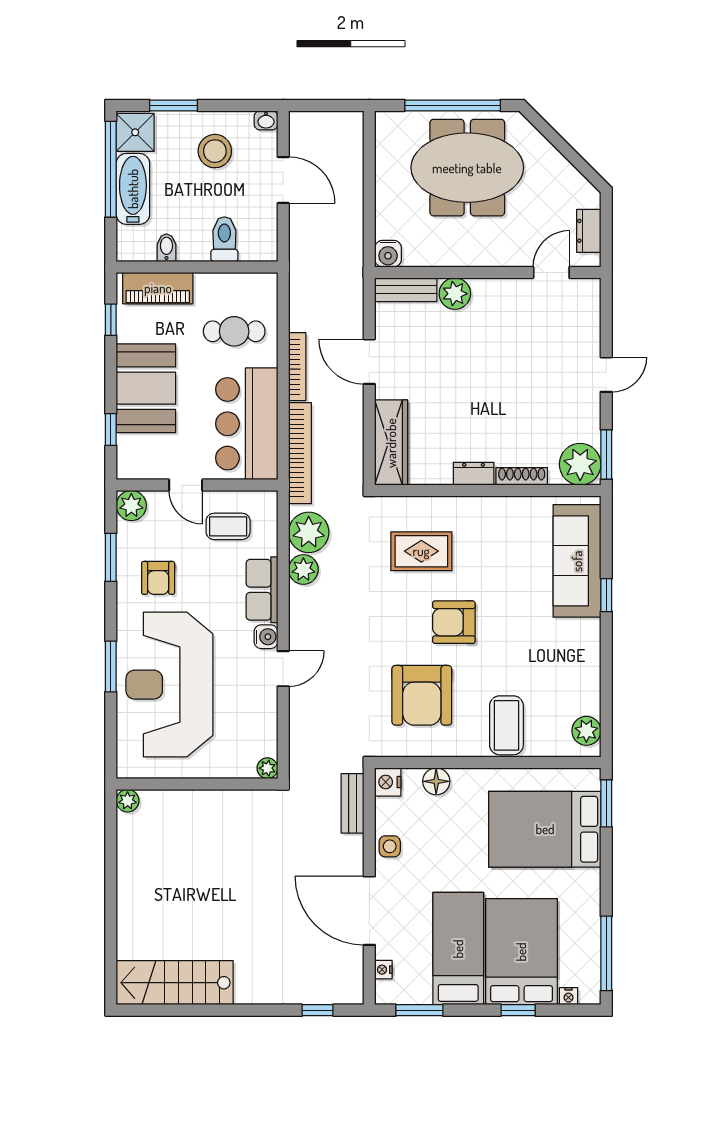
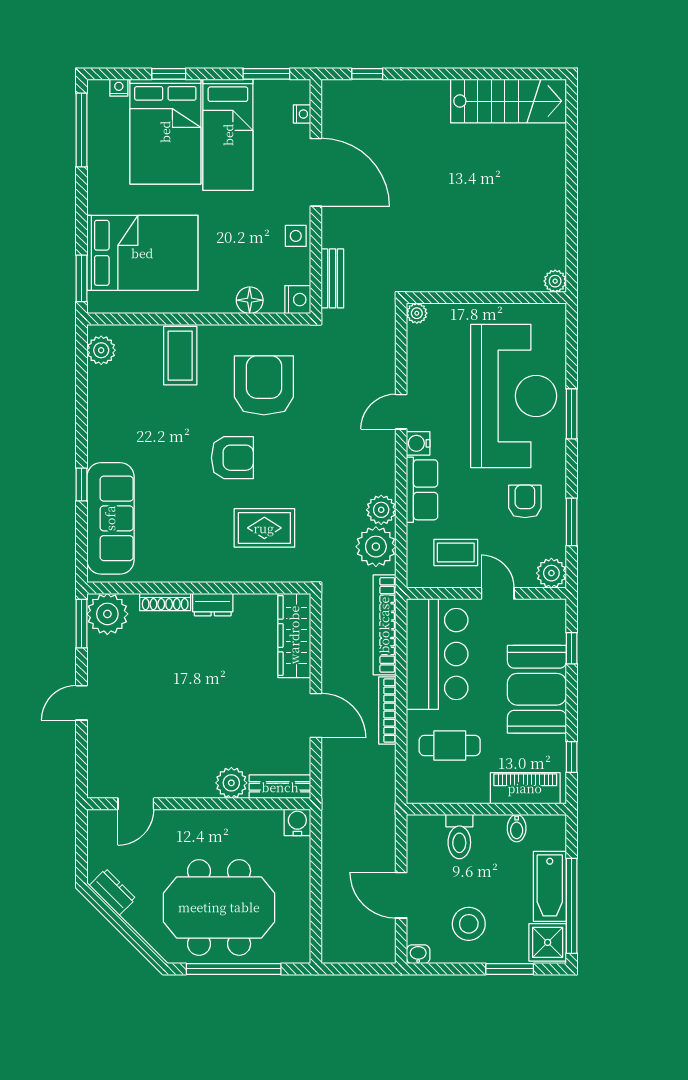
dresser: (589, 231) -> (113, 892), moved, turned -45

